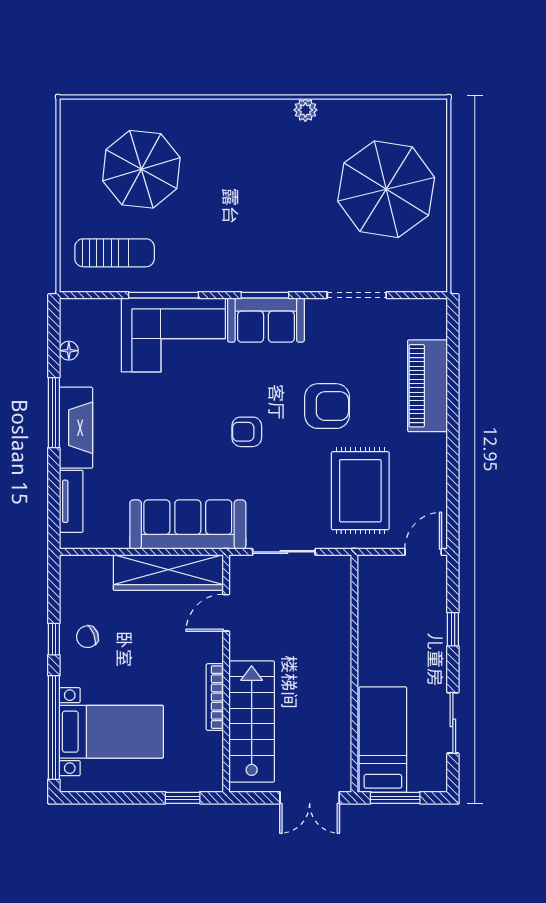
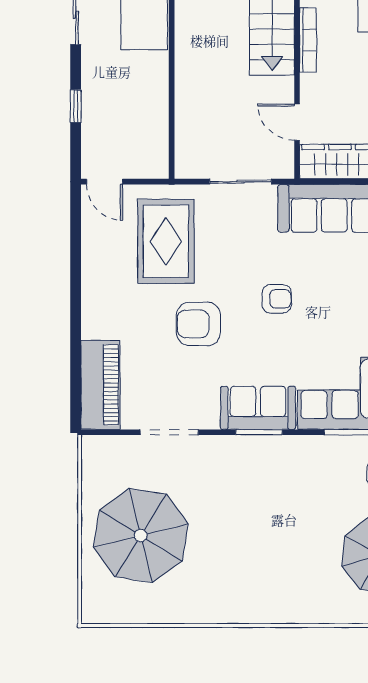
plant: (305, 110) -> (219, 613), removed
piano: (427, 386) -> (100, 385), moved
door: (423, 552) -> (105, 182), hinge flipped
door: (226, 613) -> (297, 122), swing flipped

